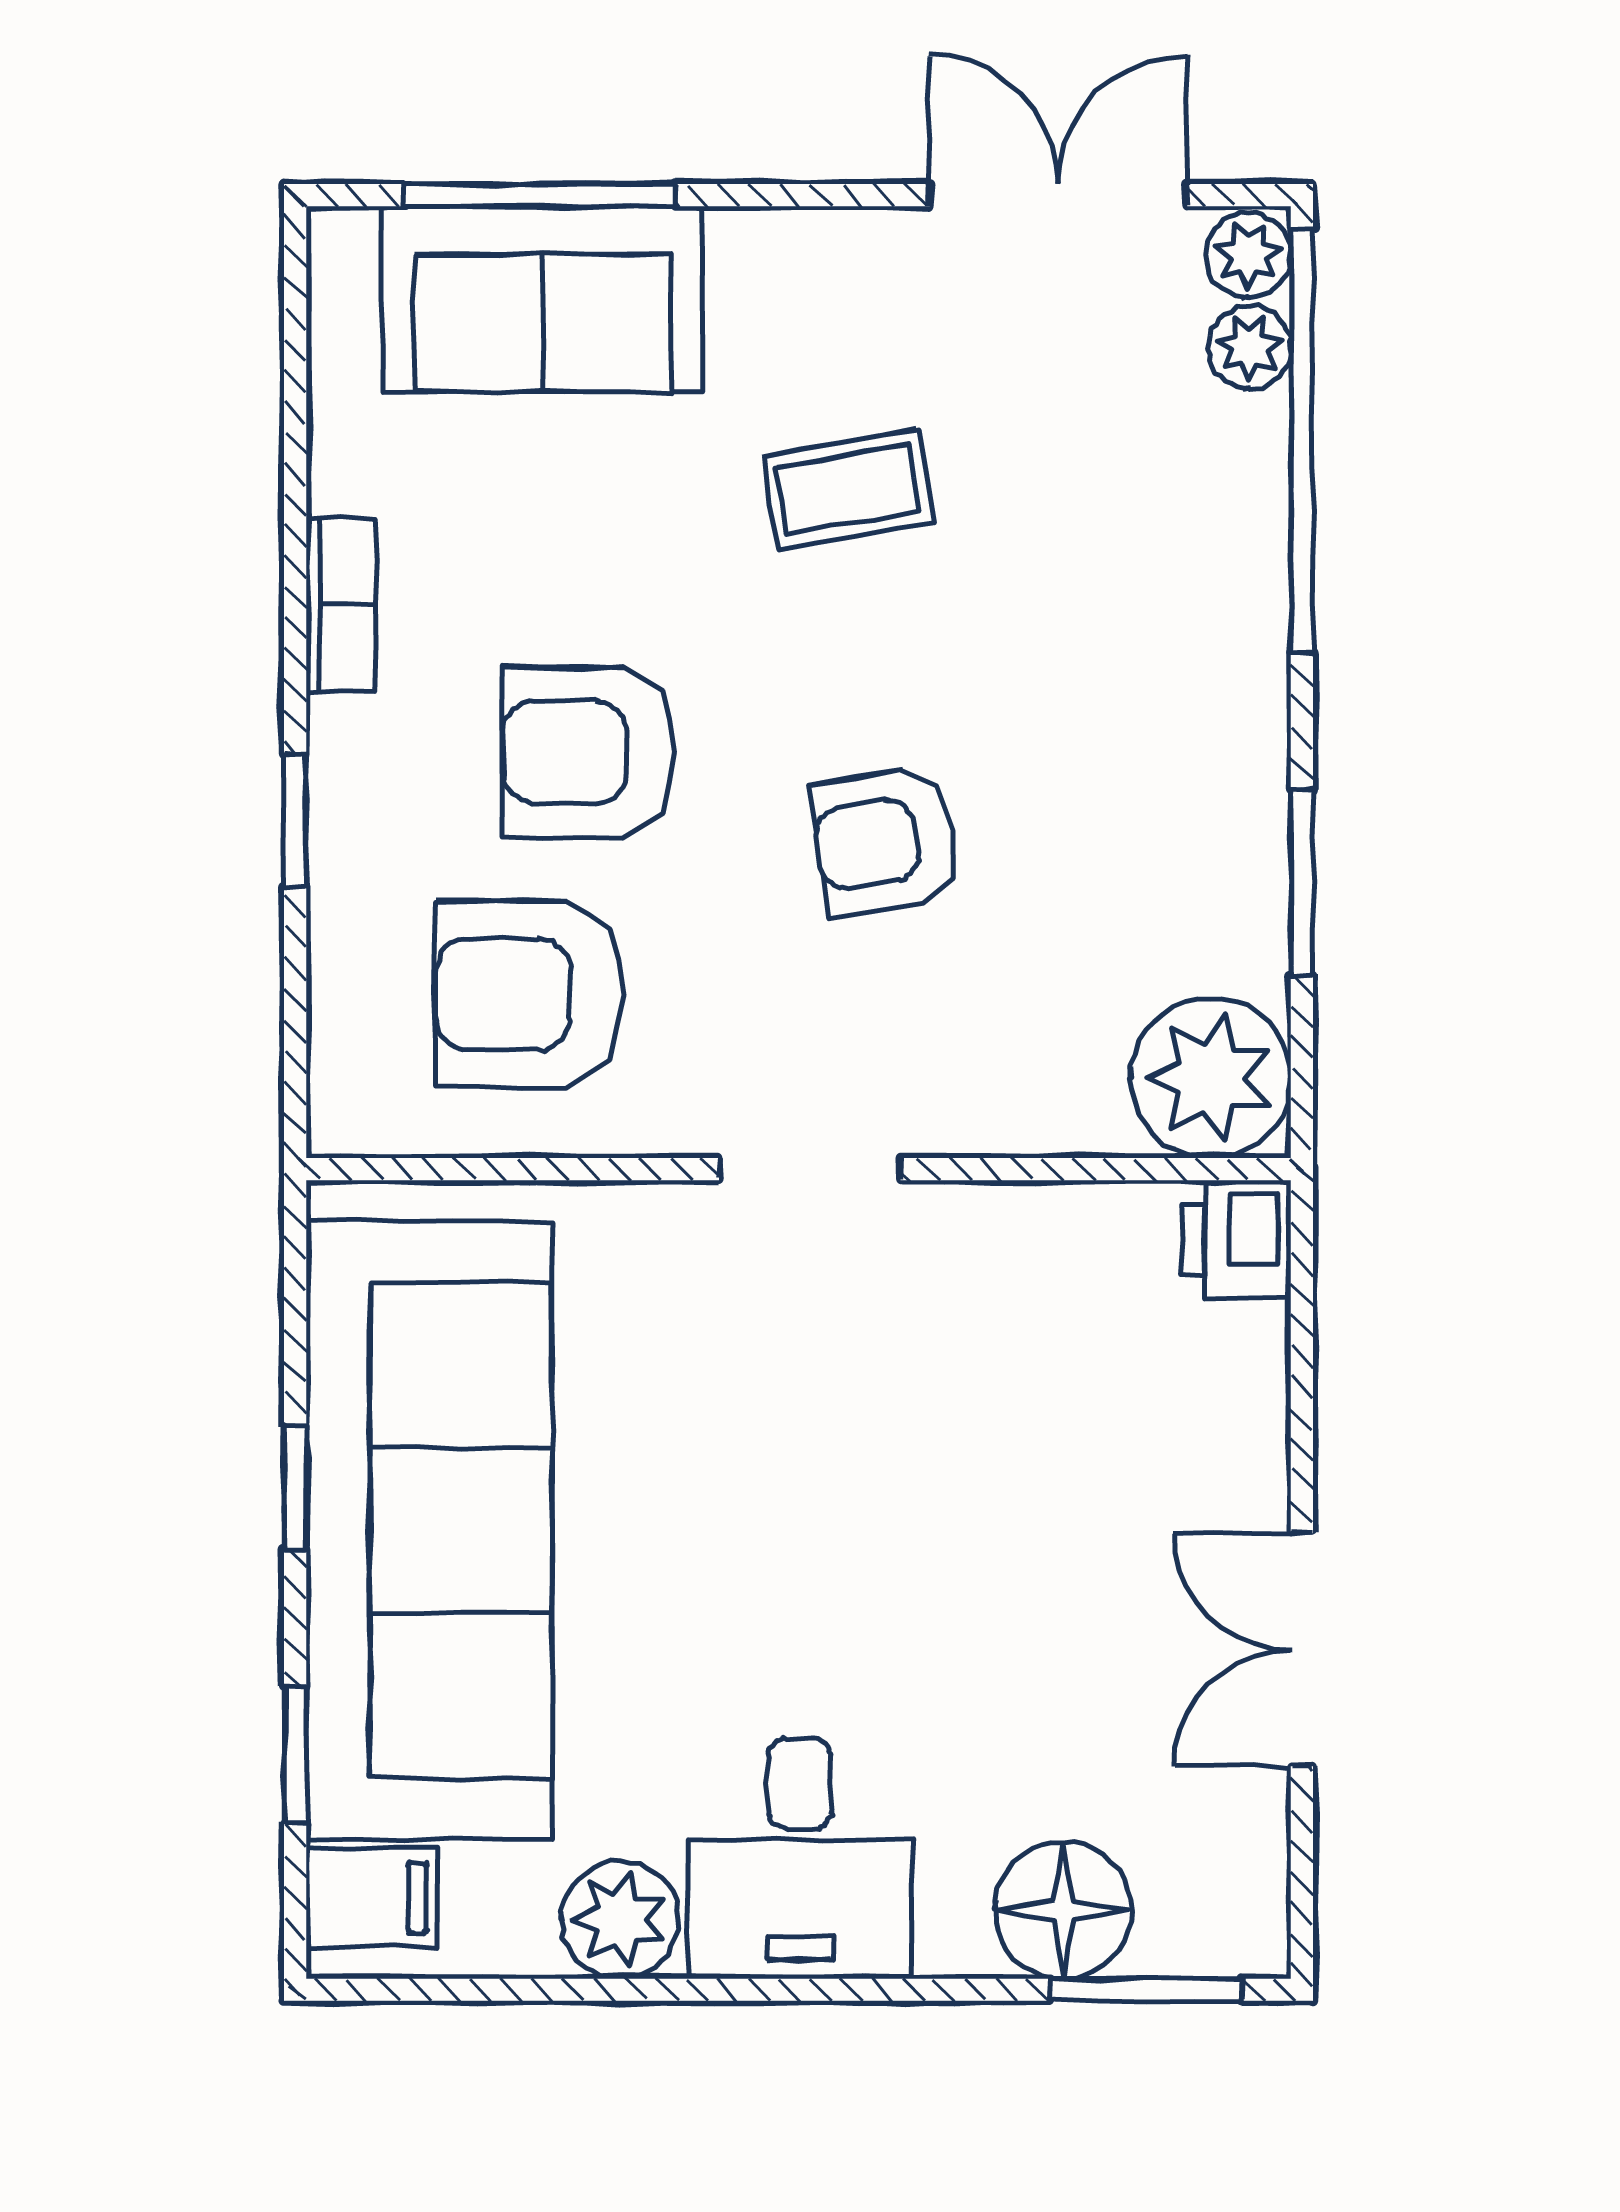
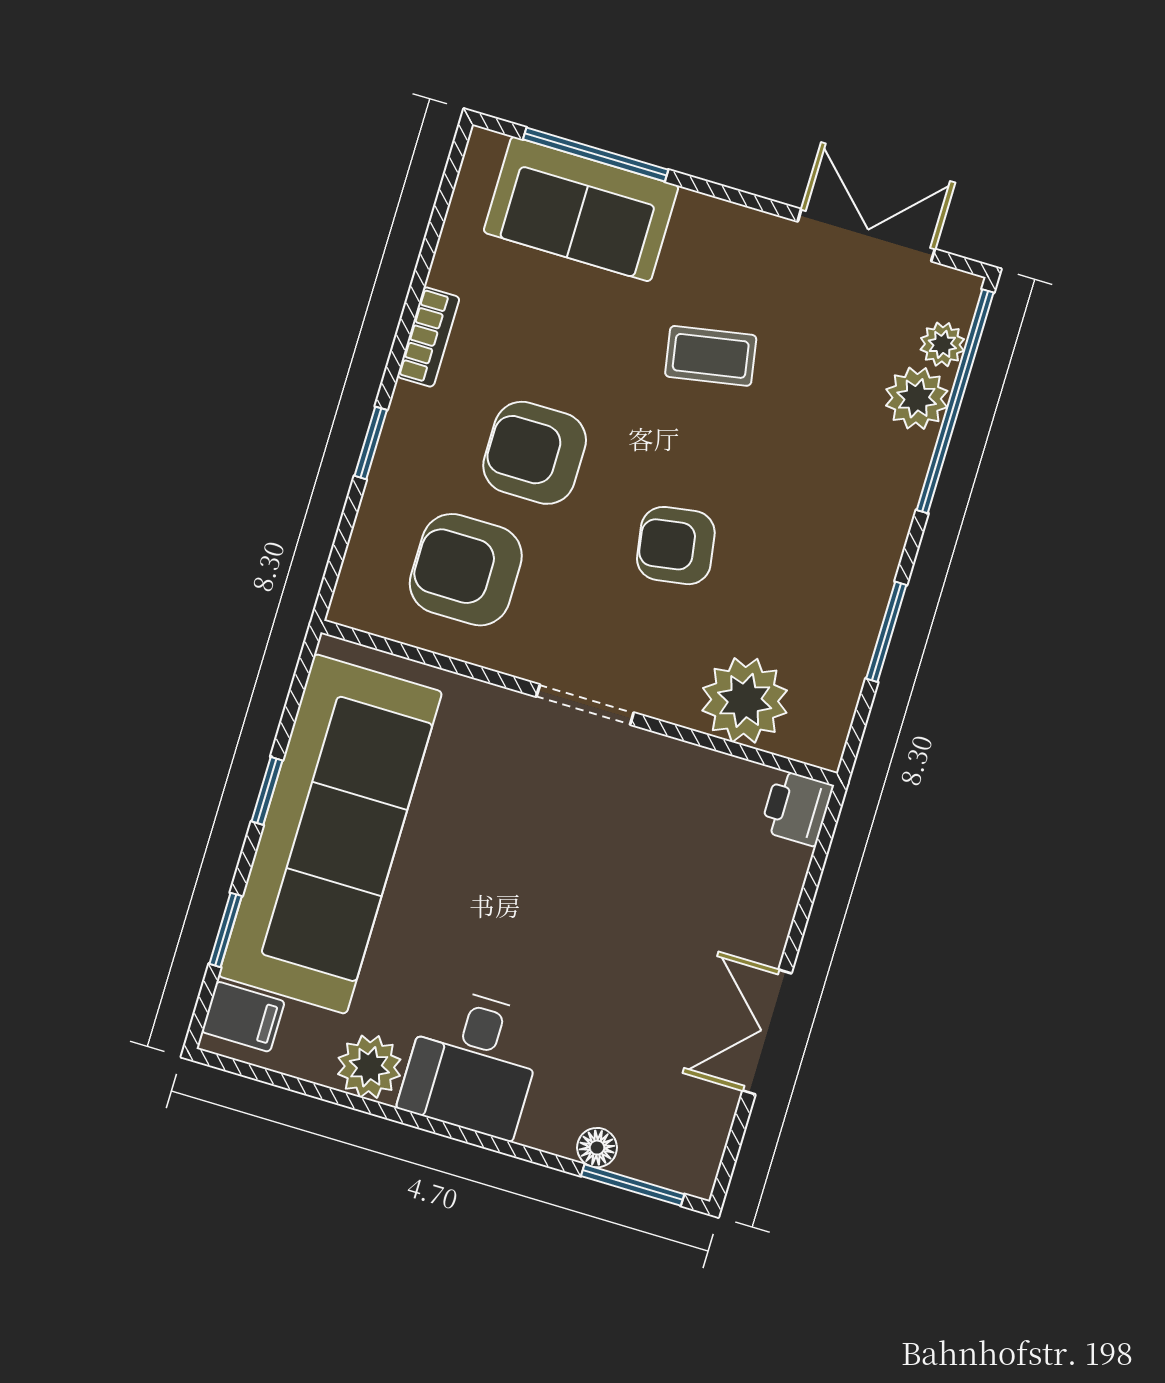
plant: (1249, 255) -> (917, 398), moved, width x1.38, depth x1.38
plant: (1211, 1078) -> (745, 700), moved
floor lamp: (1063, 1910) -> (597, 1148), width x0.53, depth x0.53

